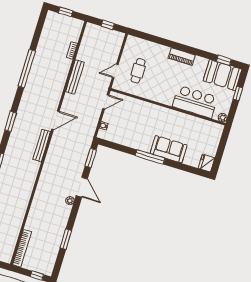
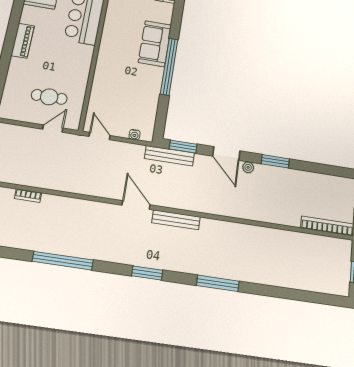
door: (115, 71) -> (53, 129), swing flipped
bench: (75, 77) -> (169, 156), moved
window: (150, 157) -> (169, 67), width x1.46
door: (82, 187) -> (226, 153), swing flipped
window: (66, 239) -> (275, 161), moved

